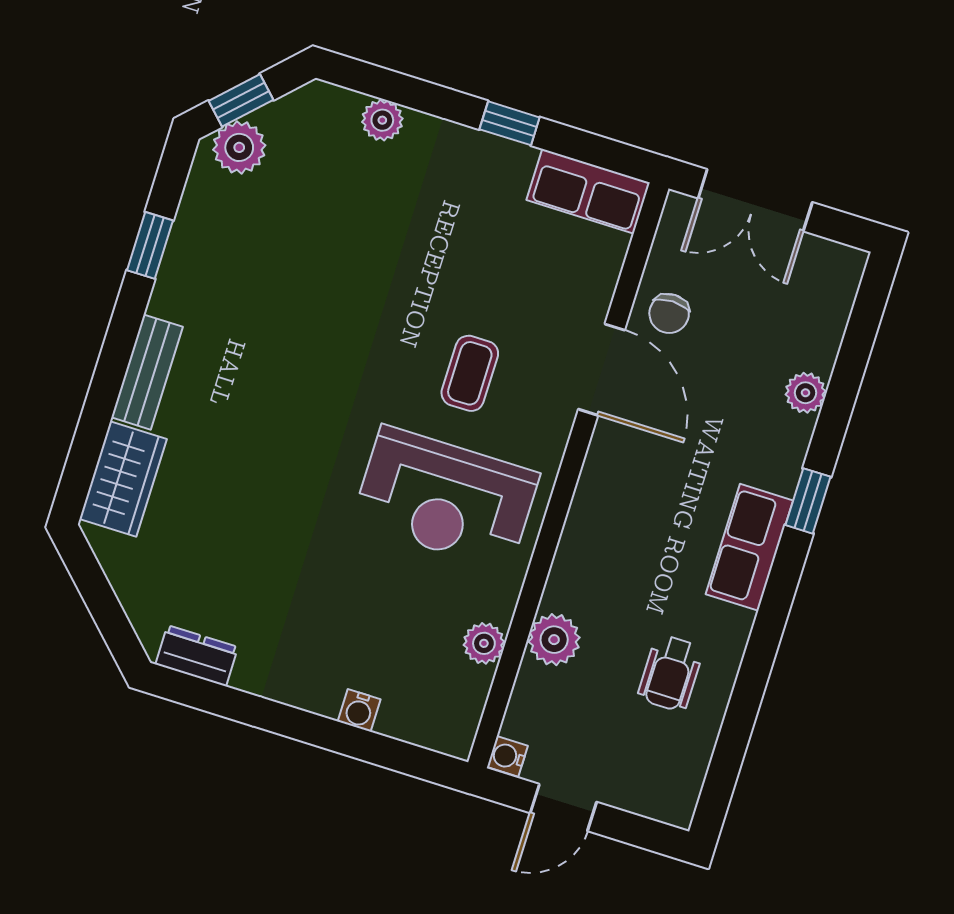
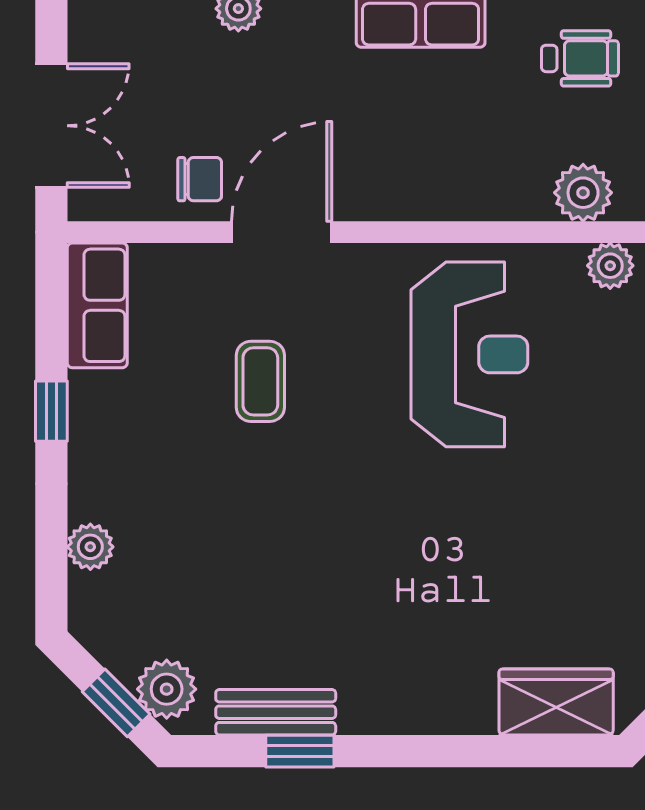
bench: (147, 372) -> (276, 712), moved
coffee table: (470, 373) -> (260, 381), moved, turned 90

